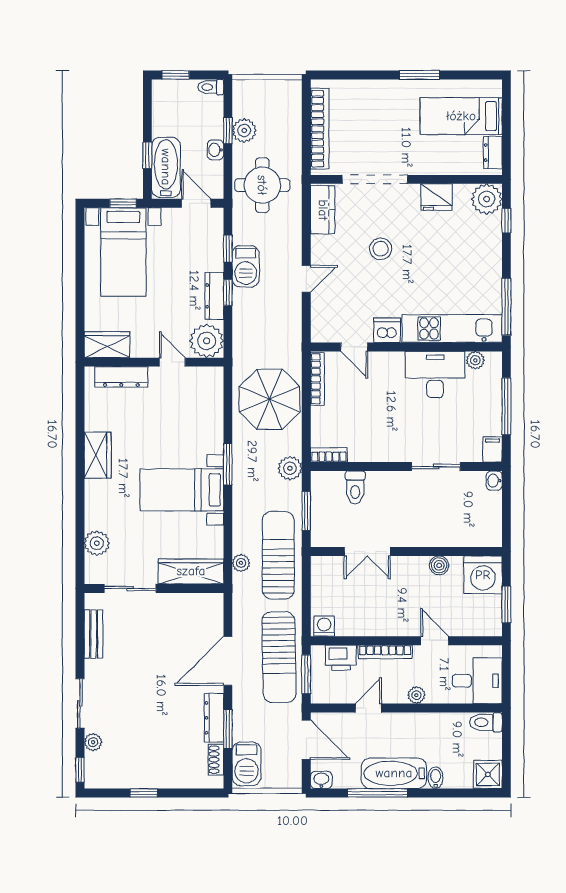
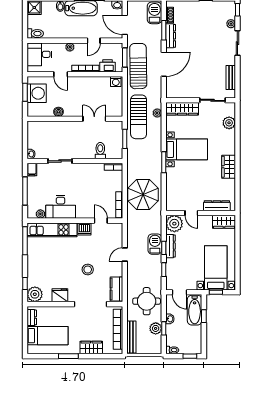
wardrobe: (373, 92) -> (91, 348), added
bench: (293, 113) -> (131, 337), added
barbecue: (246, 266) -> (155, 244), moved
plant: (290, 468) -> (133, 160), removed
washing machine: (483, 575) -> (37, 93), moved, turned 90

